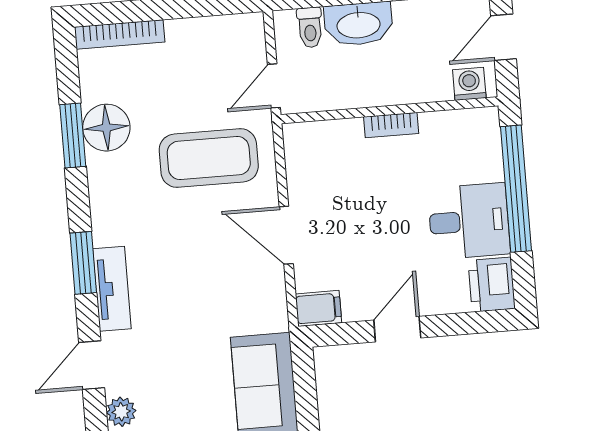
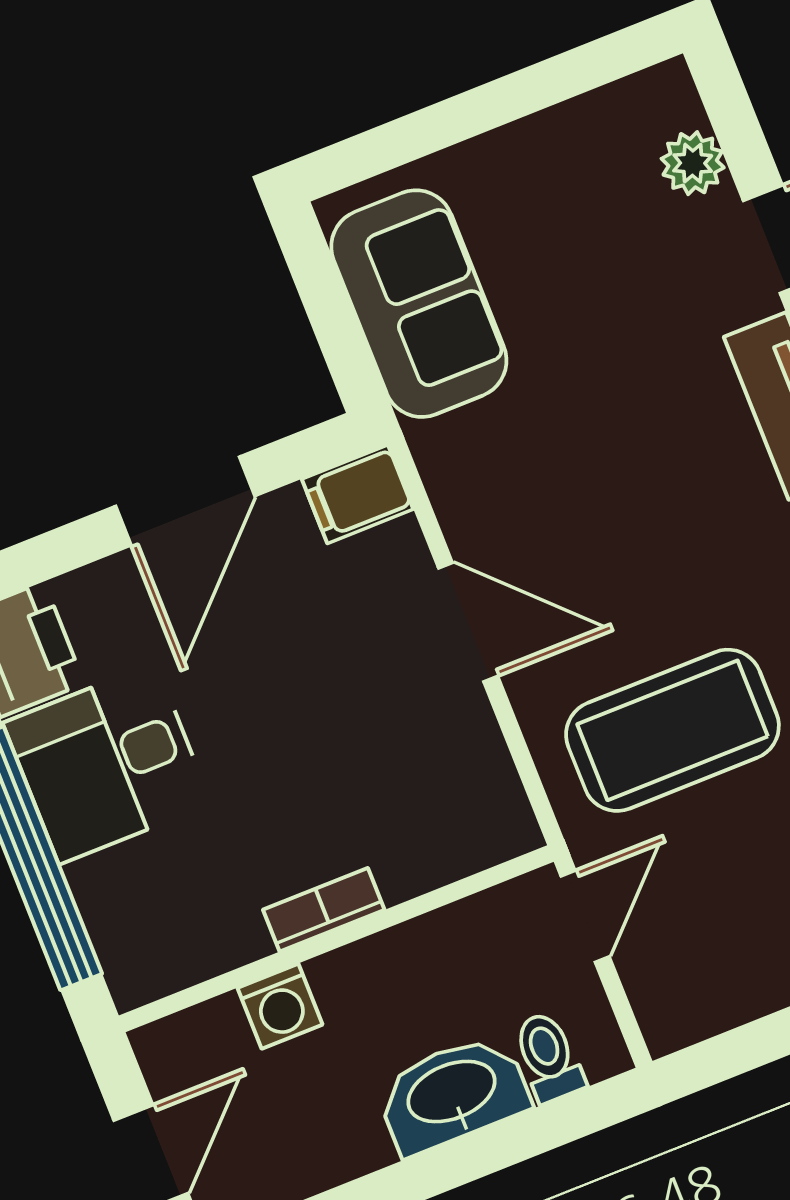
washing machine: (469, 84) -> (280, 1006), moved
door: (397, 329) -> (185, 501), width x1.37

